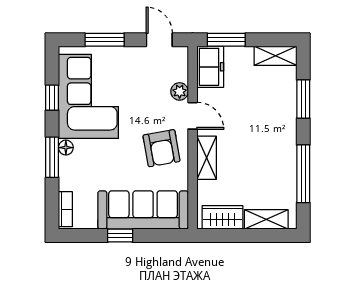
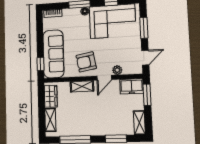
window: (120, 236) -> (41, 64), moved

